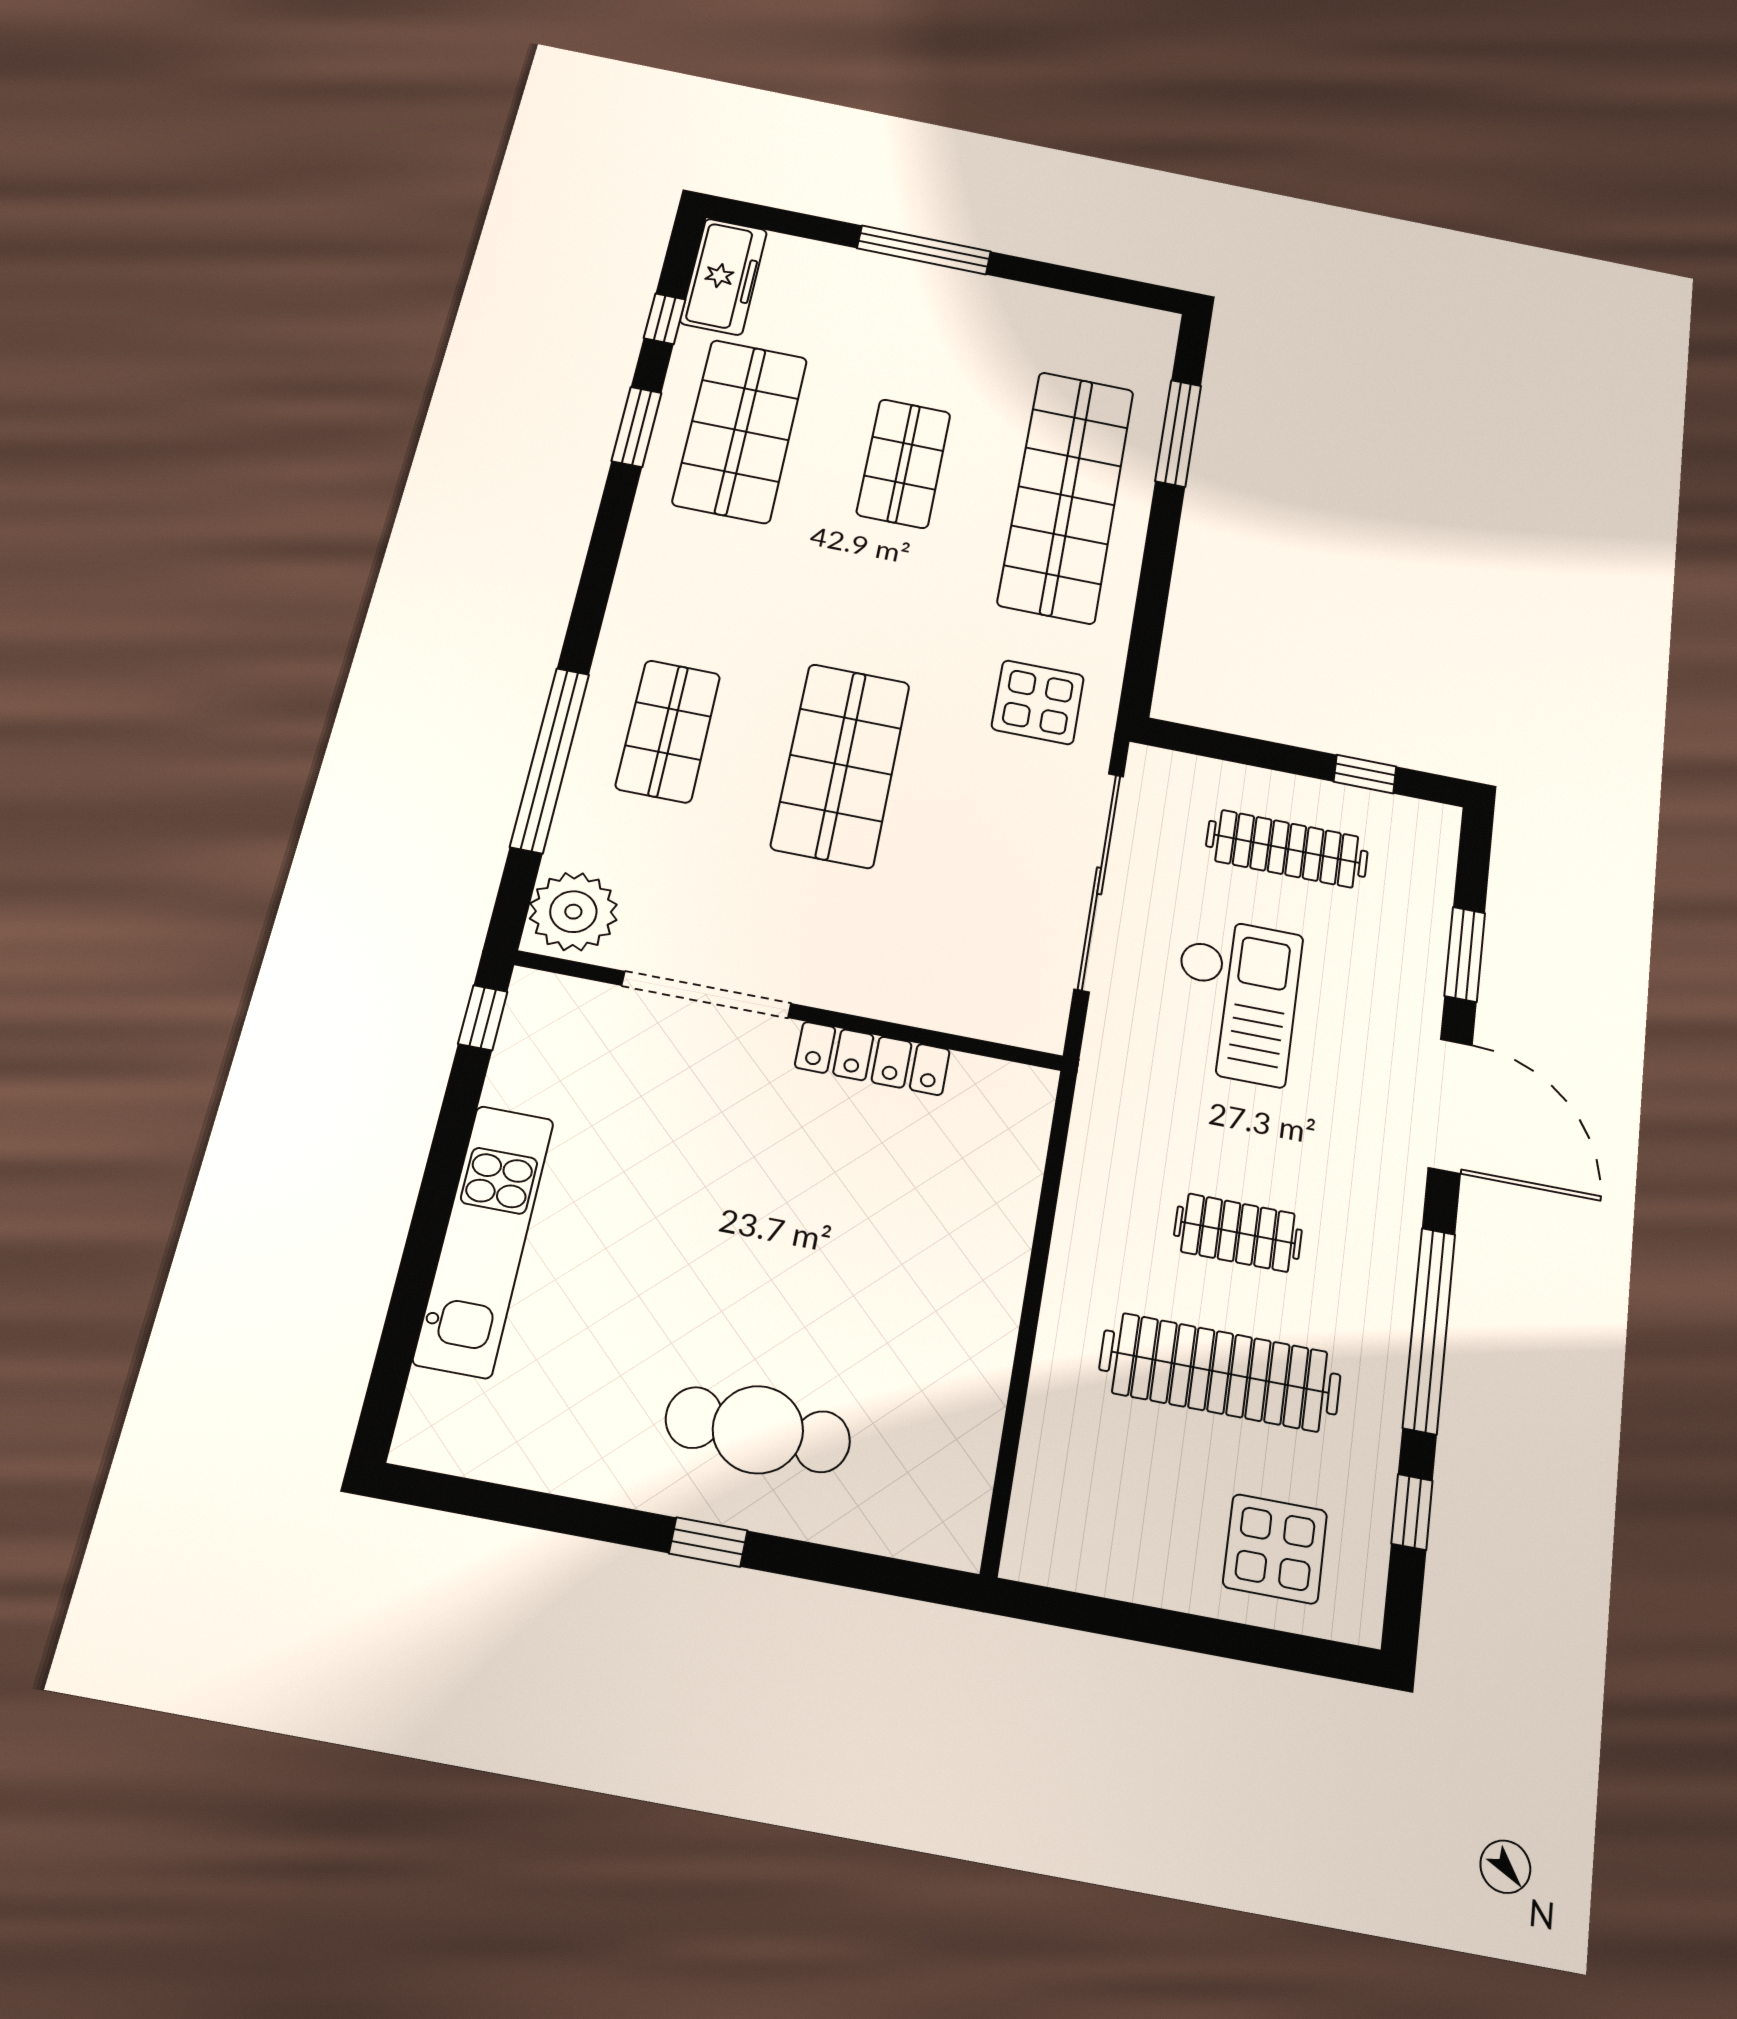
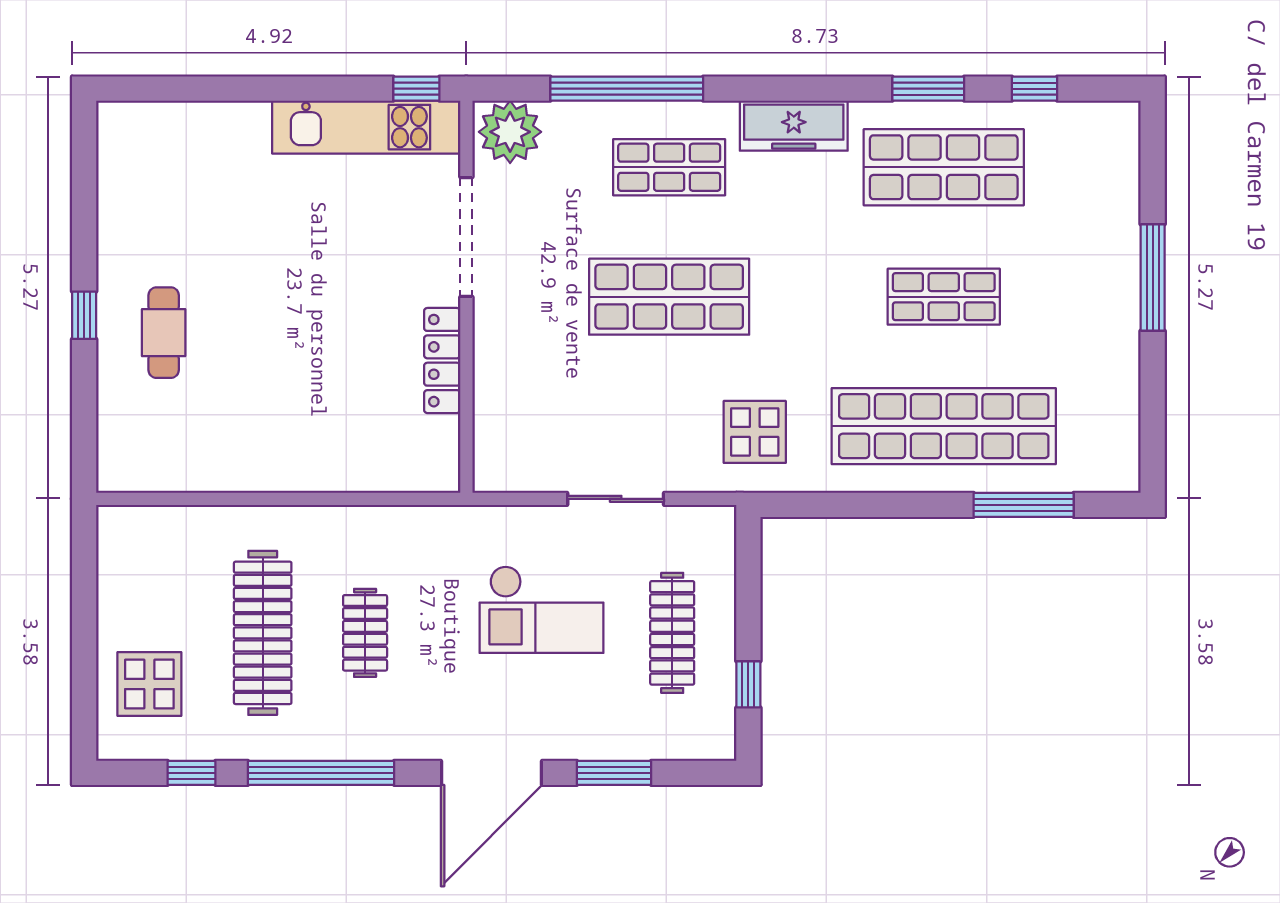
freezer: (724, 276) -> (794, 126), moved
sliding door: (1099, 881) -> (616, 499), width x0.54
kitchen unit: (484, 1240) -> (366, 127), moved
cafe table: (758, 1430) -> (164, 333), width x0.73, depth x0.74

